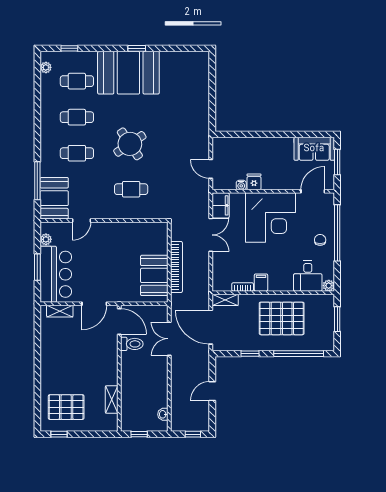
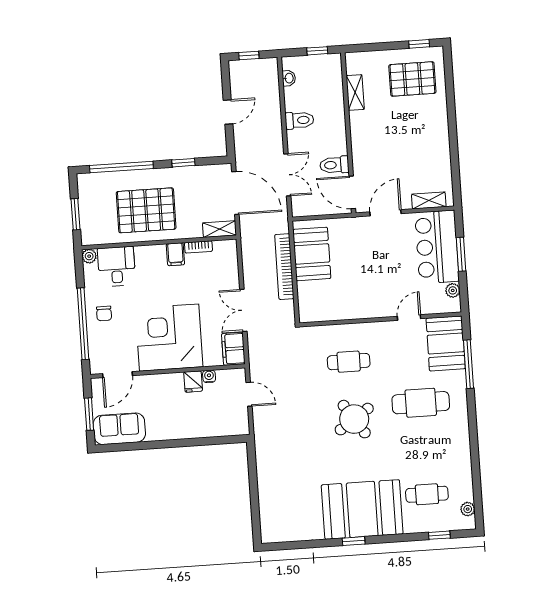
cafe table: (77, 117) -> (424, 448), removed
cafe table: (77, 153) -> (421, 403), width x1.37, depth x1.35
toilet: (157, 381) -> (299, 120), added

